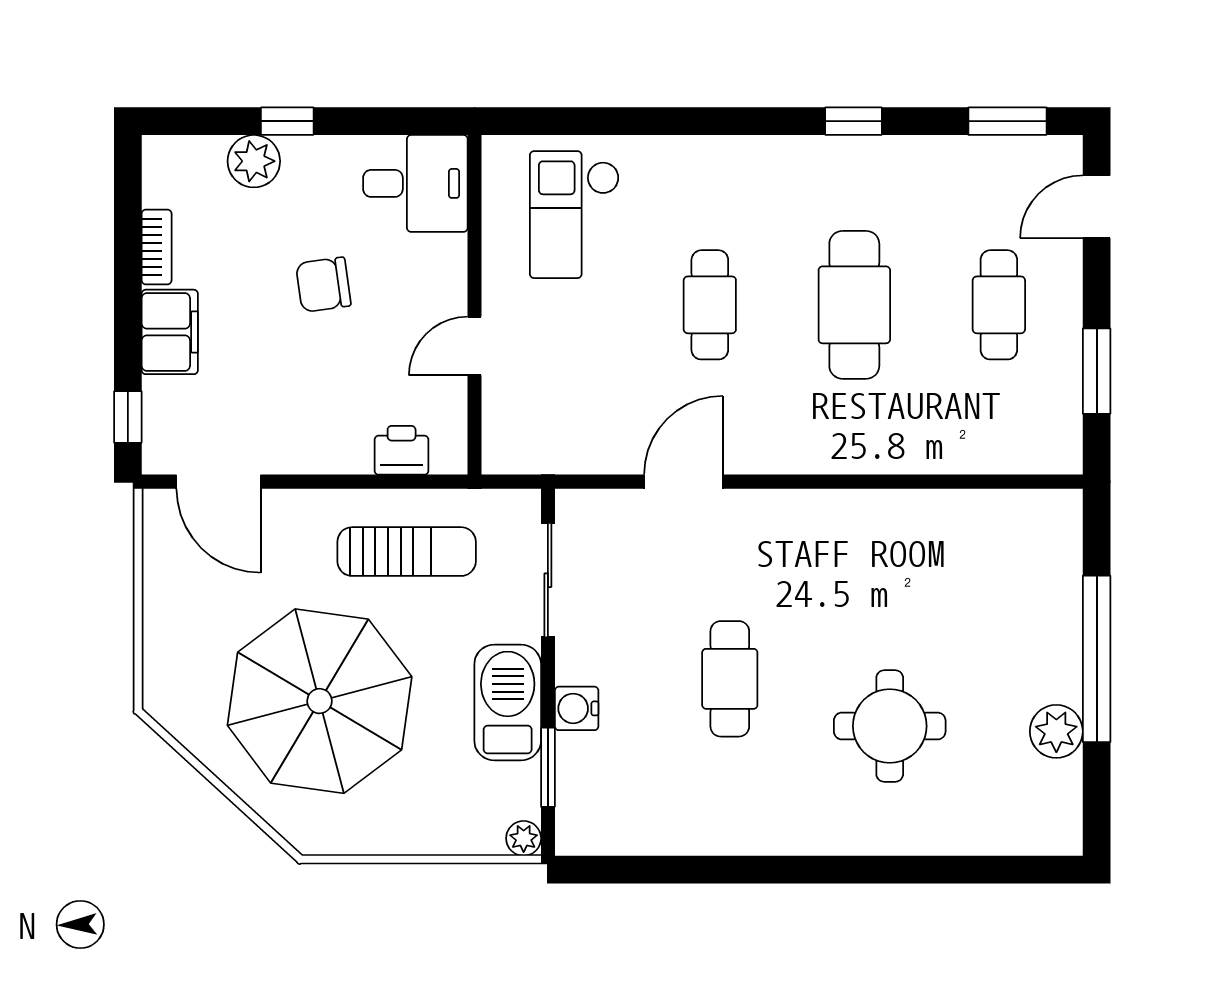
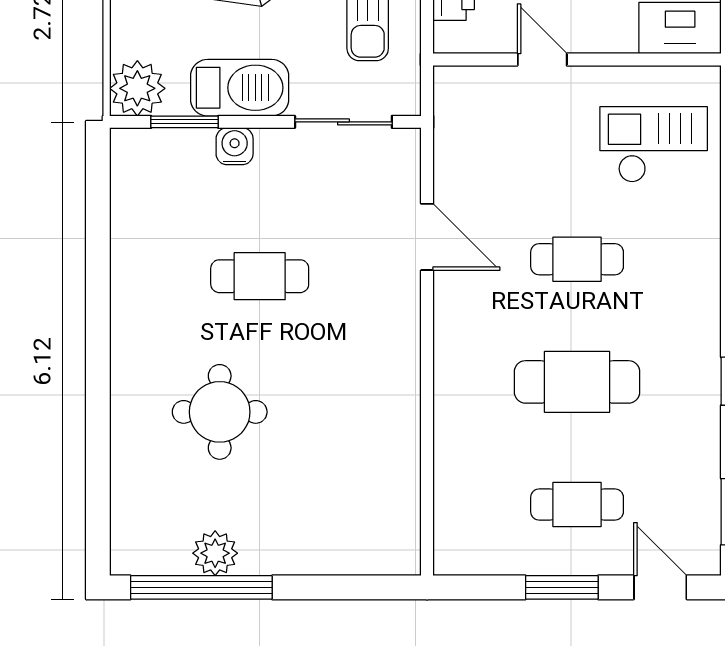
window: (1097, 371) -> (562, 587), moved
window: (1097, 659) -> (201, 587), moved
plant: (524, 838) -> (137, 88), width x1.88, depth x1.88

